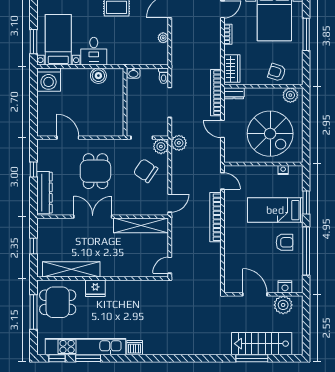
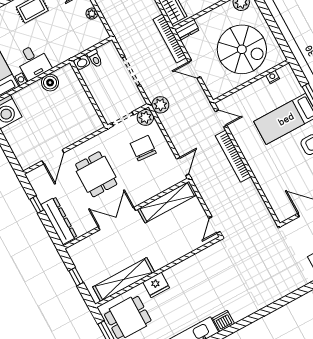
toilet: (164, 76) -> (95, 58), moved
door: (68, 138) -> (53, 157), swing flipped
chair: (146, 171) -> (143, 148), turned 60

